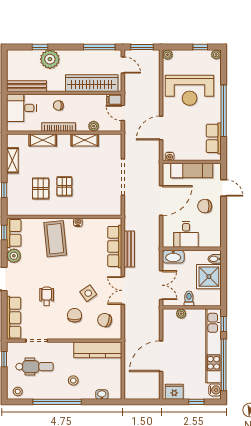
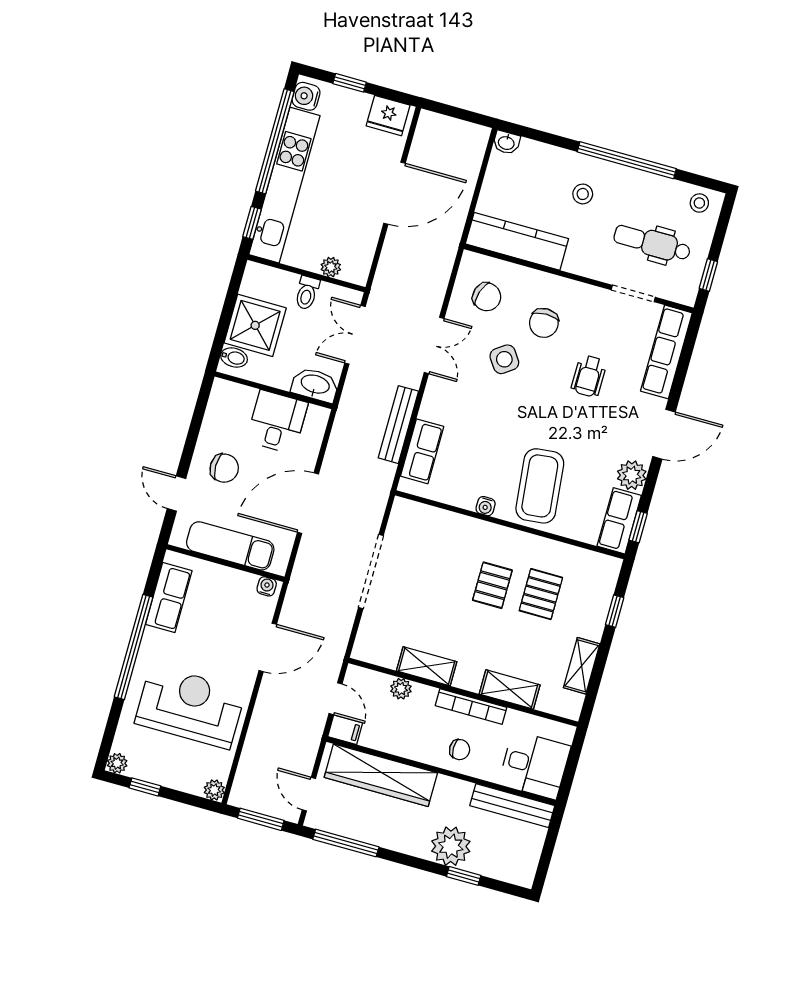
row of seats: (115, 246) -> (422, 451), width x0.68
washbasin: (102, 395) -> (506, 143), moved

